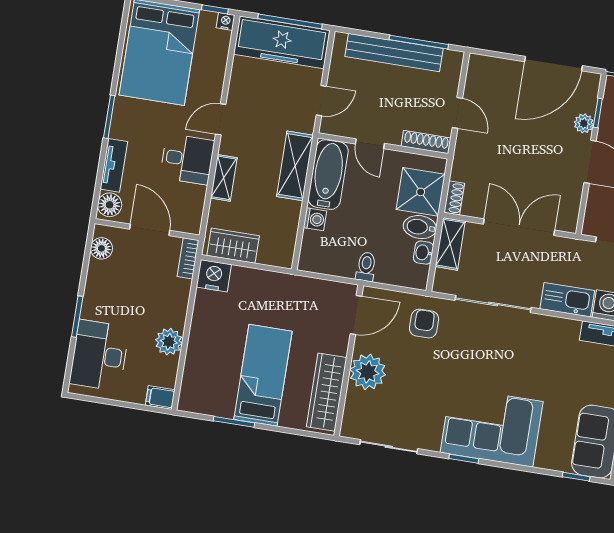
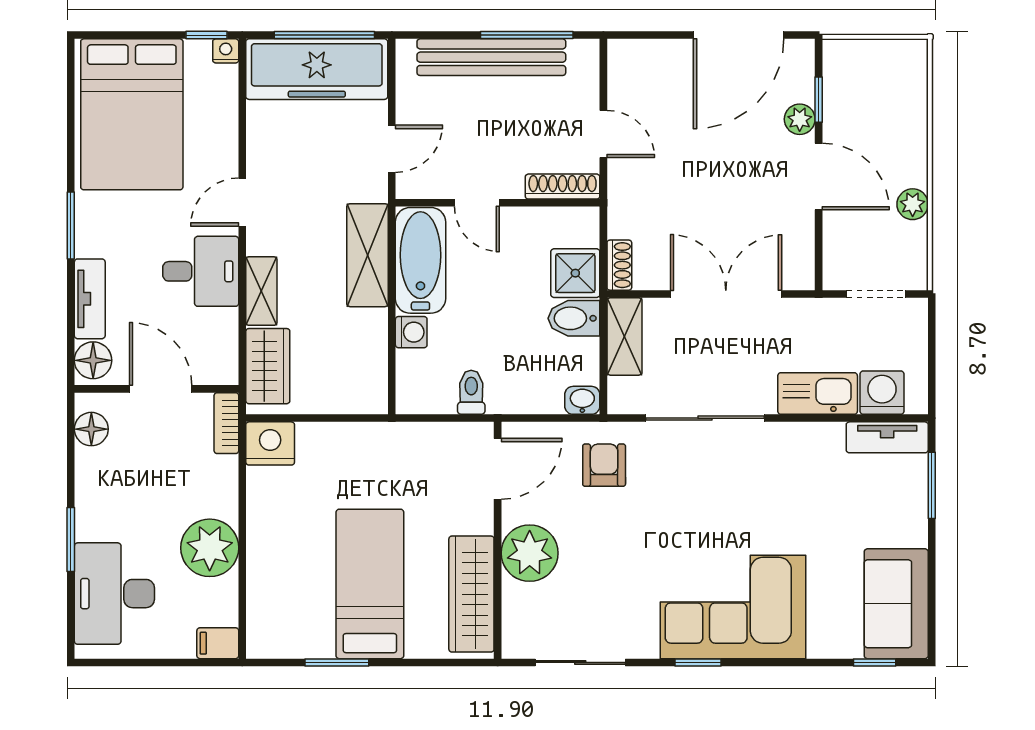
shower: (421, 192) -> (575, 273), width x0.73, depth x0.73
wardrobe: (233, 246) -> (268, 366), moved, turned 90
washbasin: (423, 253) -> (582, 400), moved, turned 90
toilet: (366, 267) -> (471, 392), moved
plant: (169, 342) -> (210, 548), width x1.36, depth x1.36

